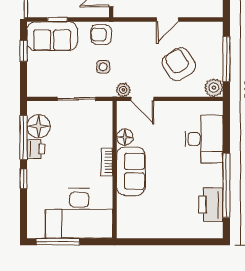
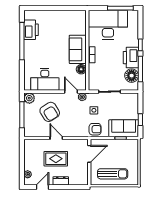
door: (167, 20) -> (56, 138), hinge flipped
desk: (204, 139) -> (45, 79), moved, turned -90
printer: (36, 149) -> (131, 58), width x1.87, depth x1.48

